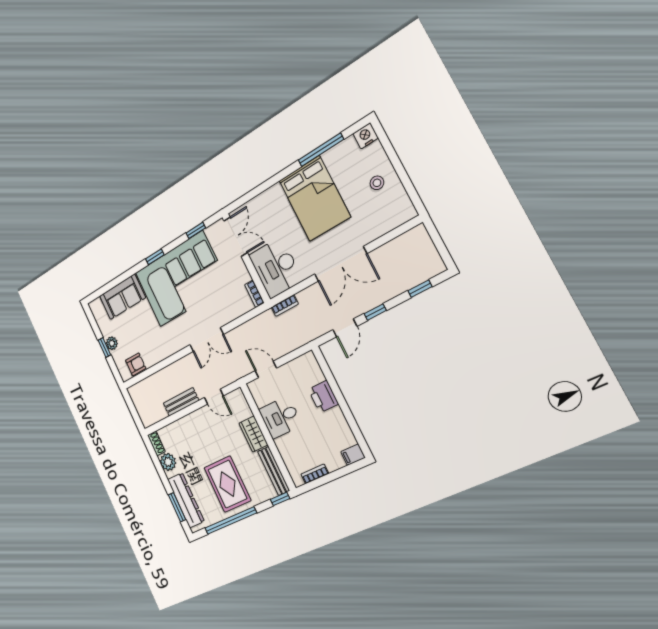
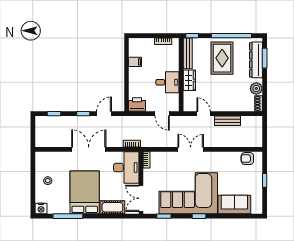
cot: (266, 201) -> (112, 207), added
plant: (112, 343) -> (258, 180), removed
printer: (323, 397) -> (137, 105), moved, turned -90
filing cabinet: (353, 455) -> (135, 62), moved

